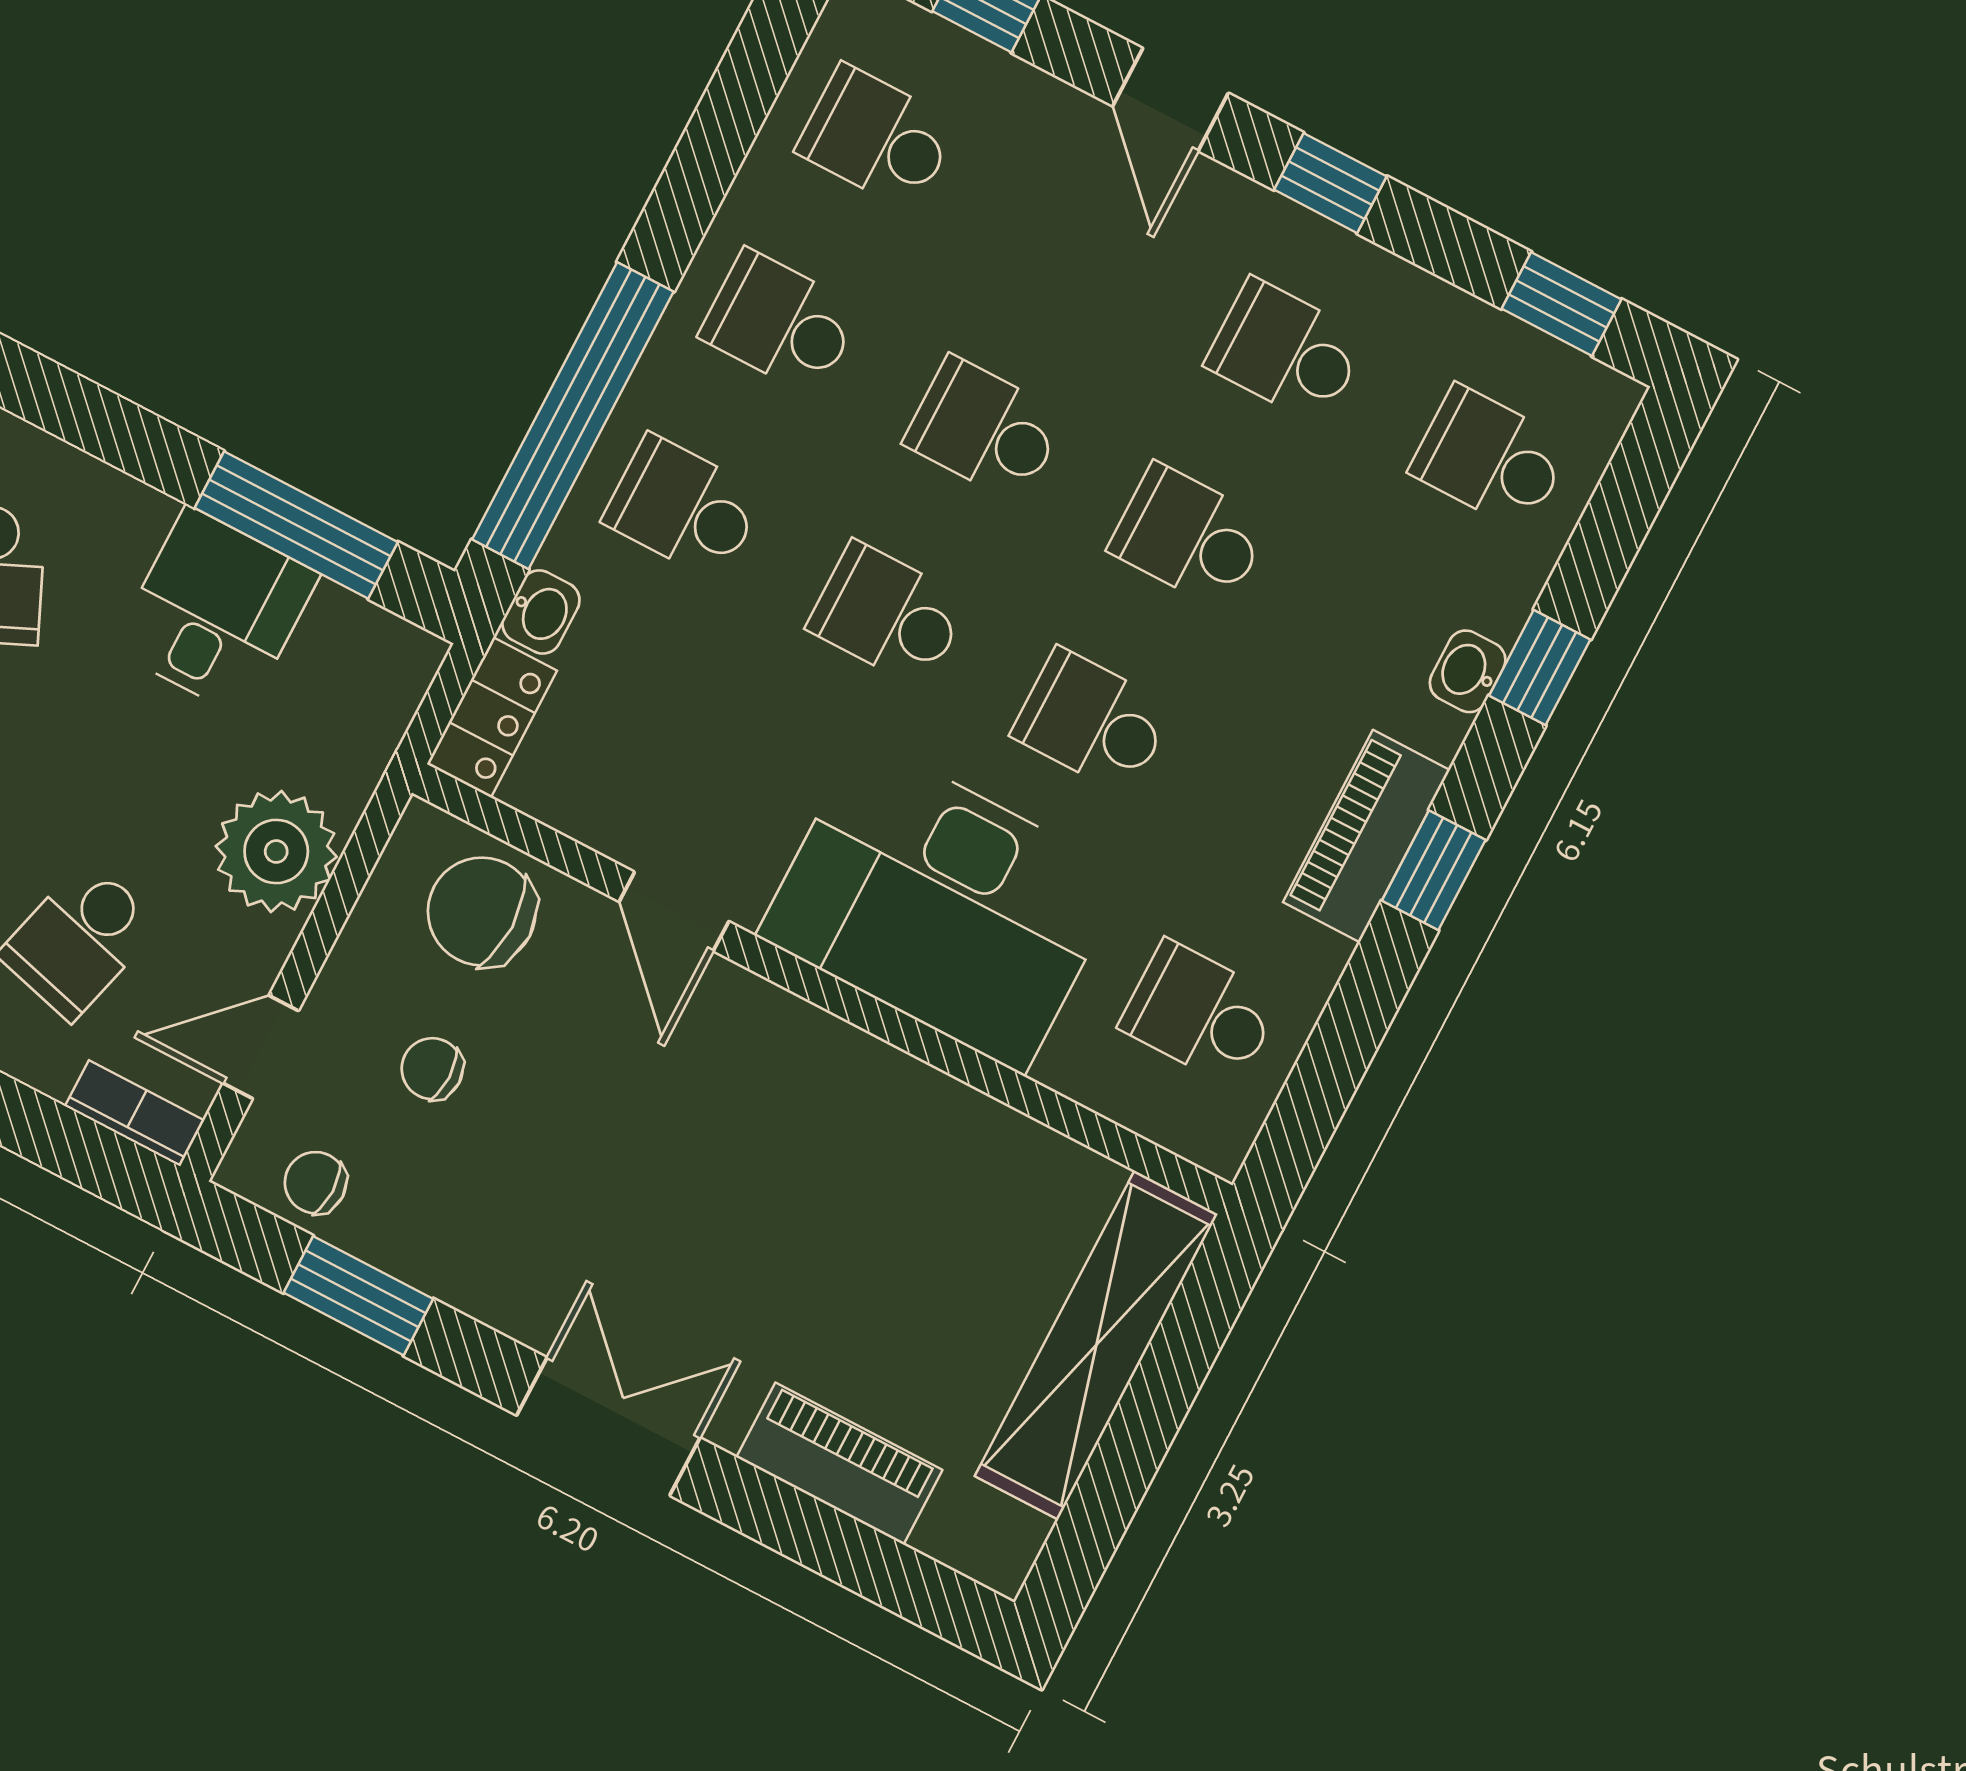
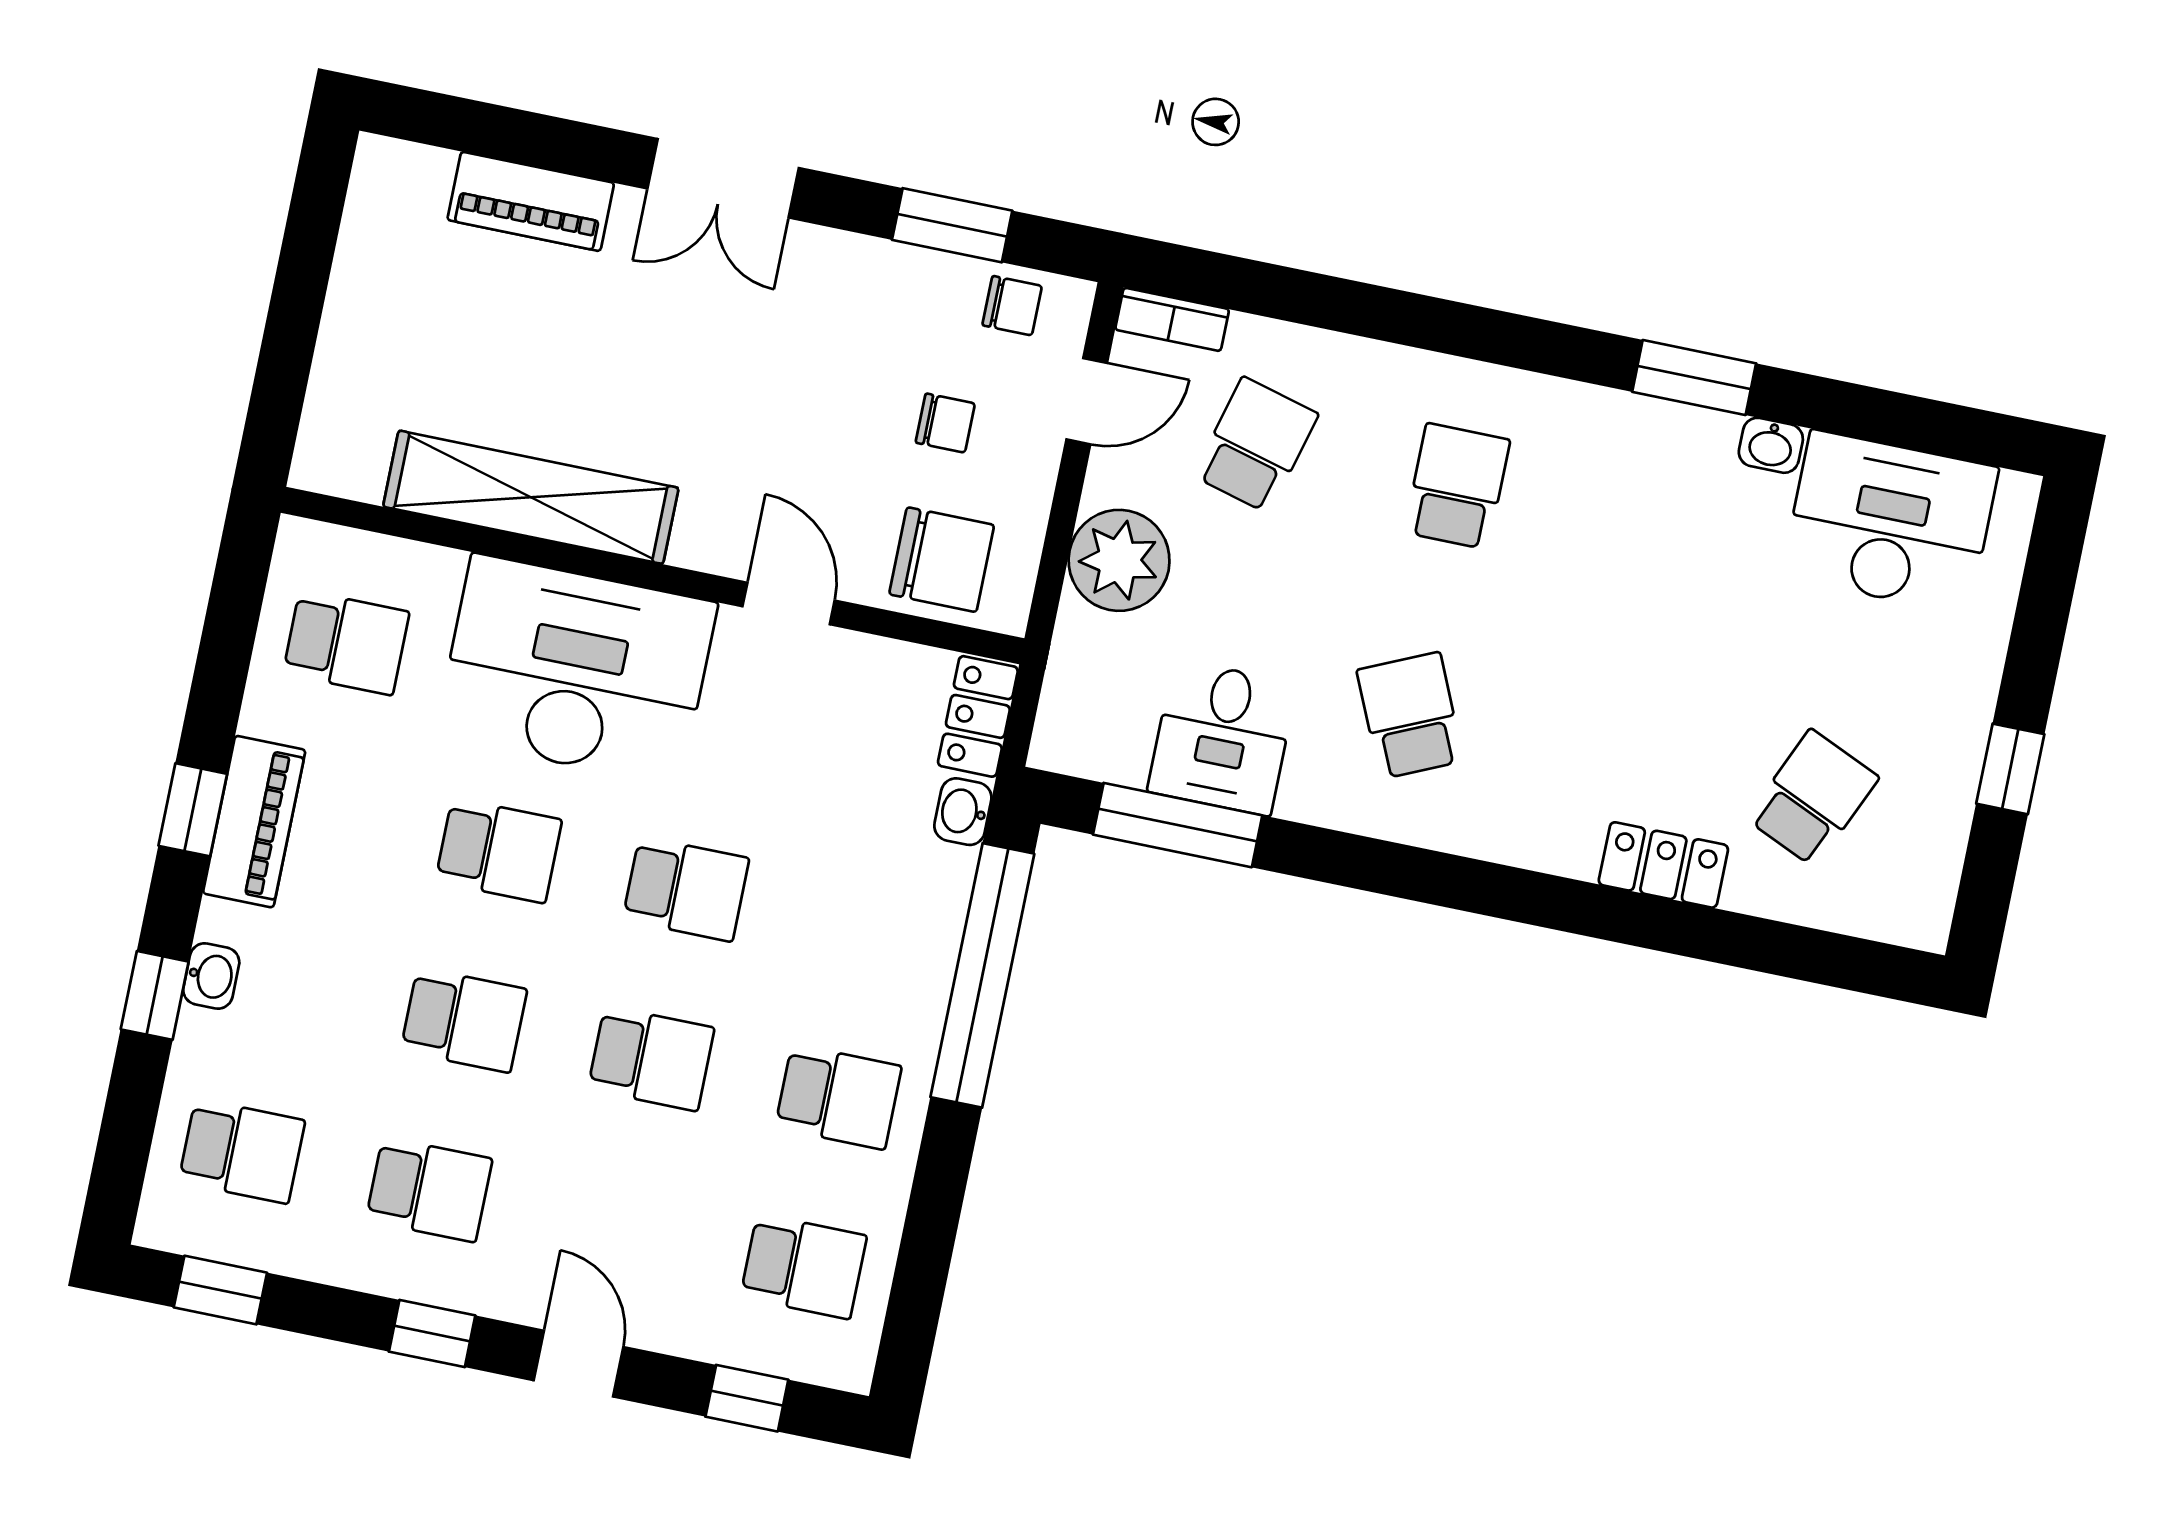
school desk: (684, 508) -> (873, 927), removed
shelving: (1096, 1345) -> (531, 497), moved, turned 90

